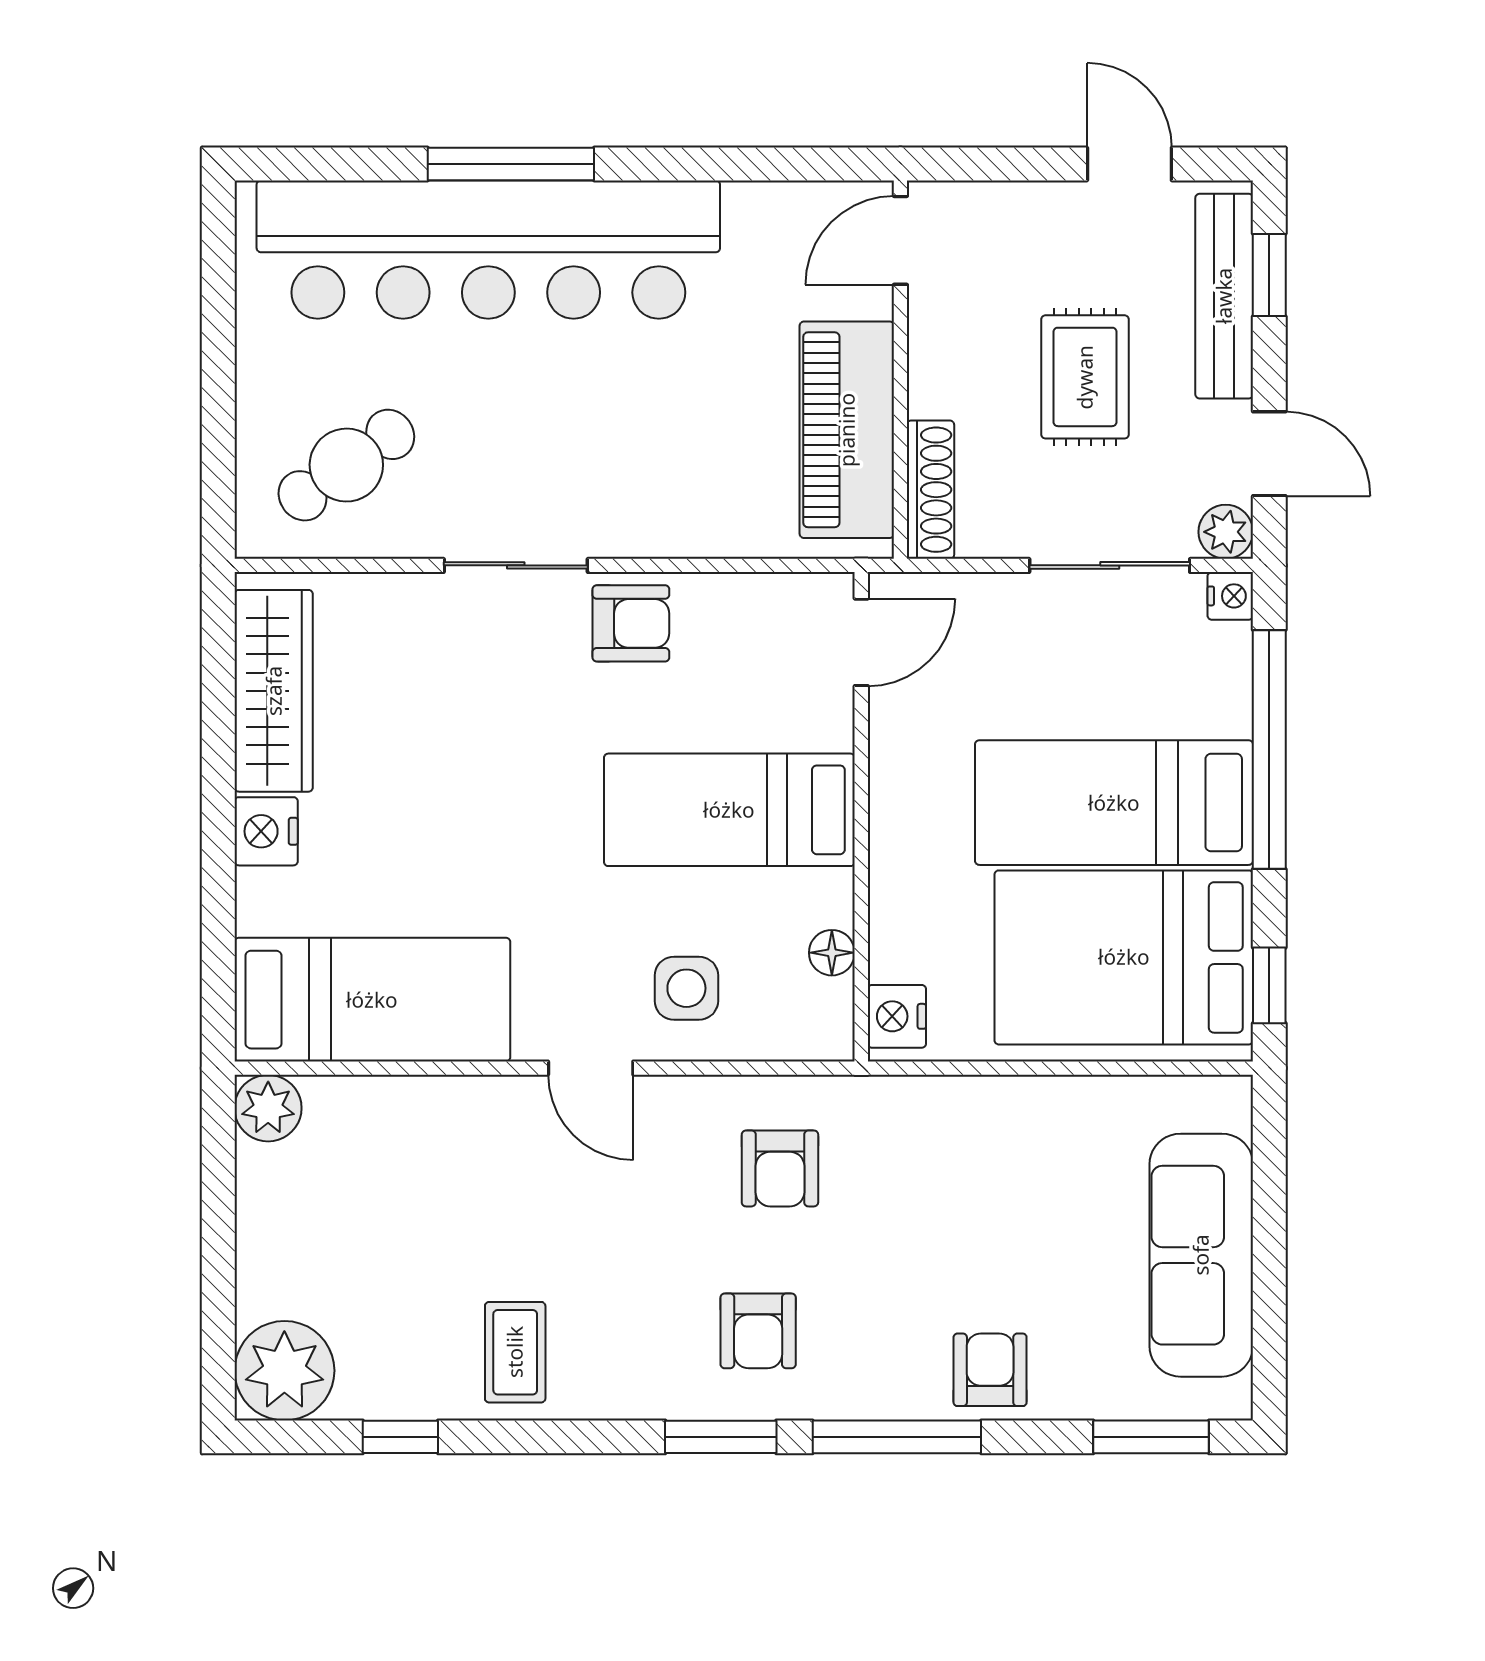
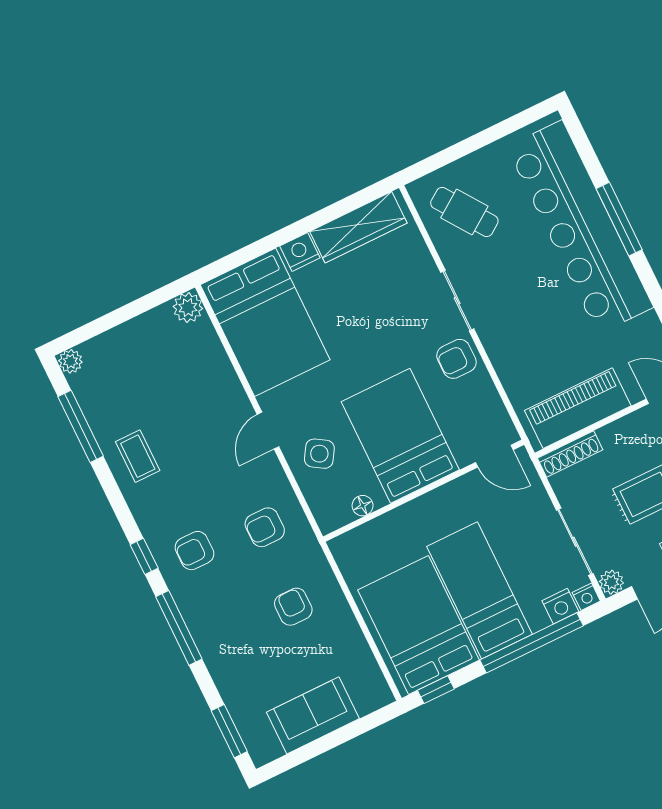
armchair: (631, 623) -> (456, 359), turned 90
bed: (729, 810) -> (400, 436), width x1.50
side table: (686, 988) -> (319, 454), turned 32
bed: (372, 1000) -> (265, 322), width x1.50
nightstand: (897, 1016) -> (560, 606), moved, turned 180
sofa: (1201, 1255) -> (313, 715), width x0.73
coffee table: (515, 1352) -> (138, 456), turned 90
armchair: (990, 1370) -> (293, 607), moved, turned -90
plant: (284, 1371) -> (70, 361), width x0.53, depth x0.53
window: (400, 1437) -> (81, 426), width x2.17
window: (721, 1437) -> (144, 556), width x0.67

